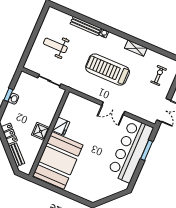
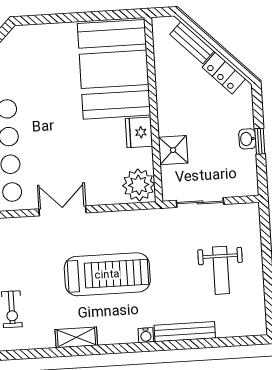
weight bench: (55, 45) -> (221, 270), turned 90
plant: (73, 103) -> (139, 185), added
shower: (41, 131) -> (173, 150), moved

